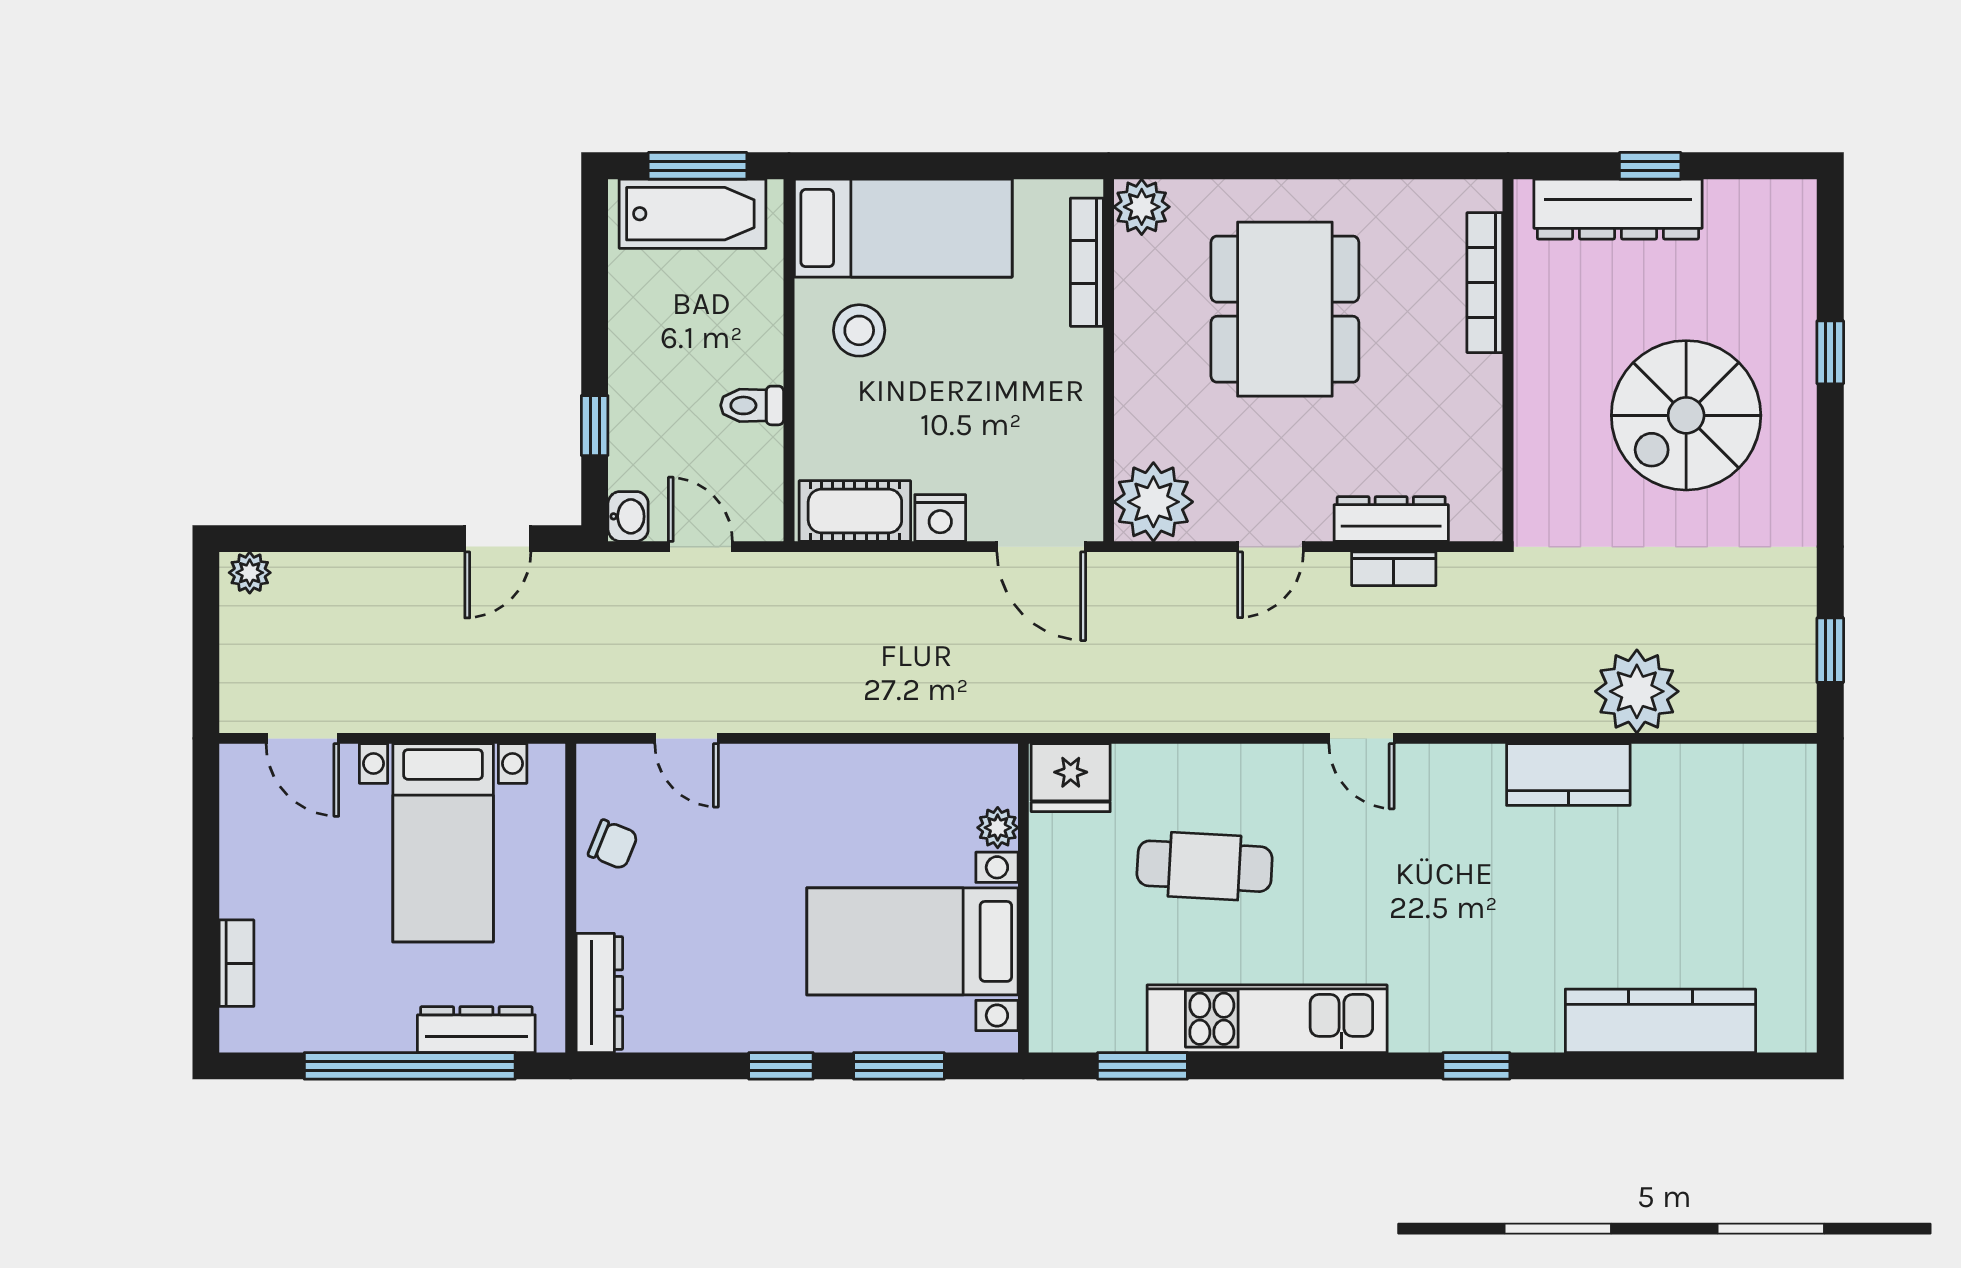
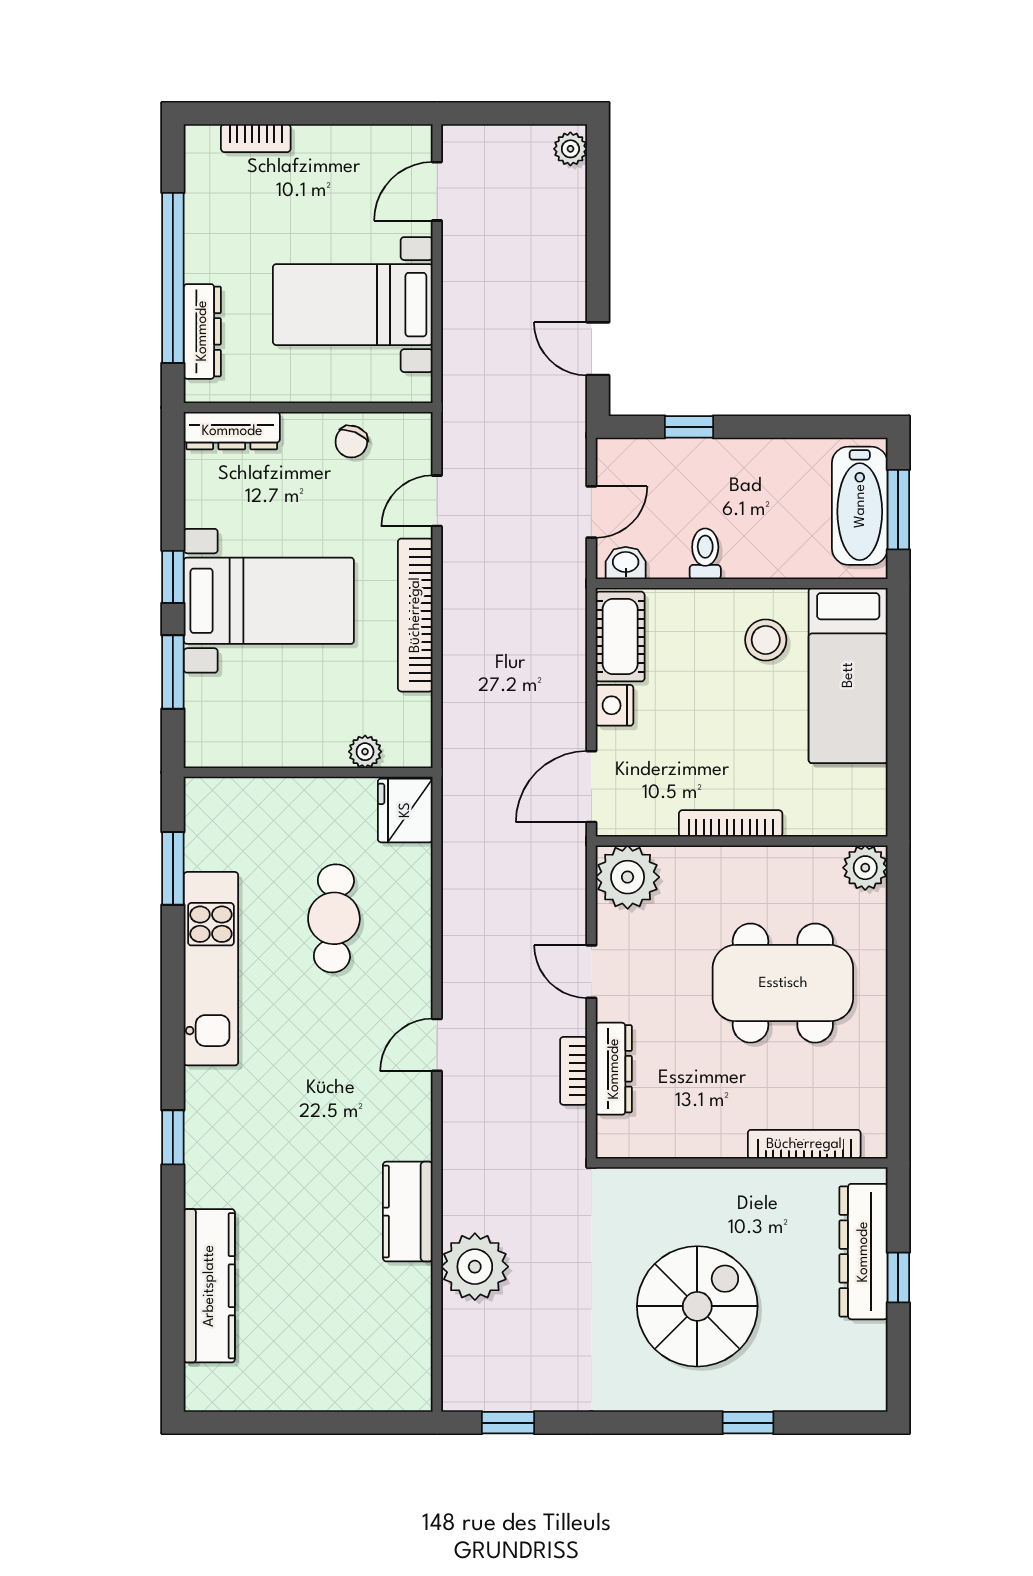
bookcase: (1087, 262) -> (731, 823), moved
spiral stairs: (1686, 415) -> (697, 1306), turned 90
washbasin: (628, 516) -> (626, 563), moved, turned 180
bookcase: (828, 765) -> (415, 615), added
bed with nightstands: (912, 941) -> (269, 601), moved, turned 90

